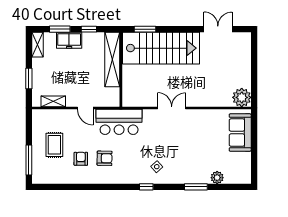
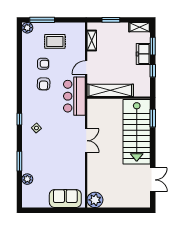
shelving: (112, 59) -> (110, 90), moved
plant: (38, 178) -> (27, 28), added

